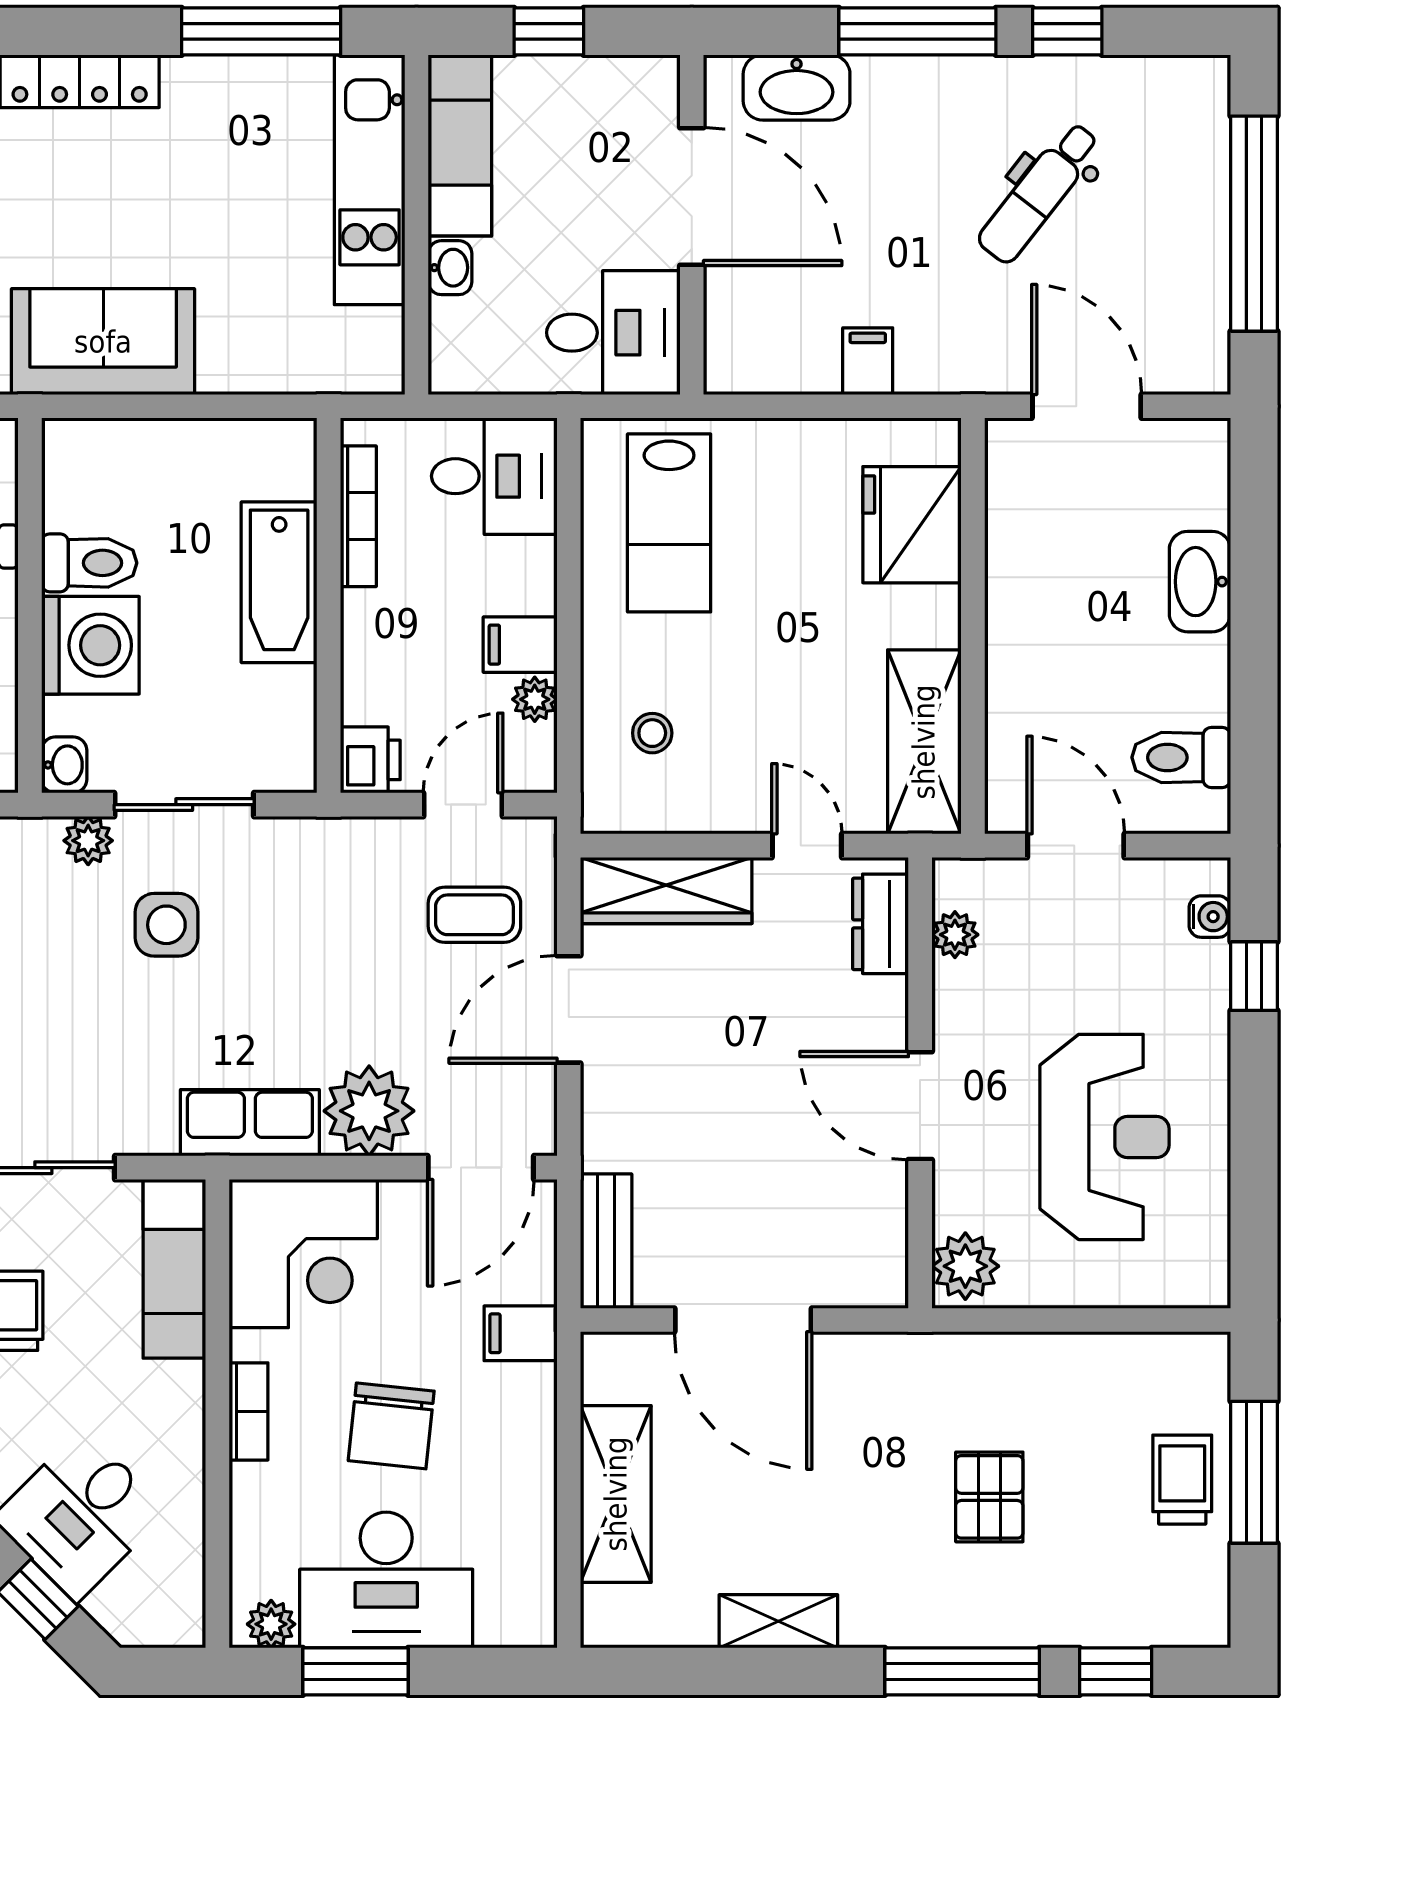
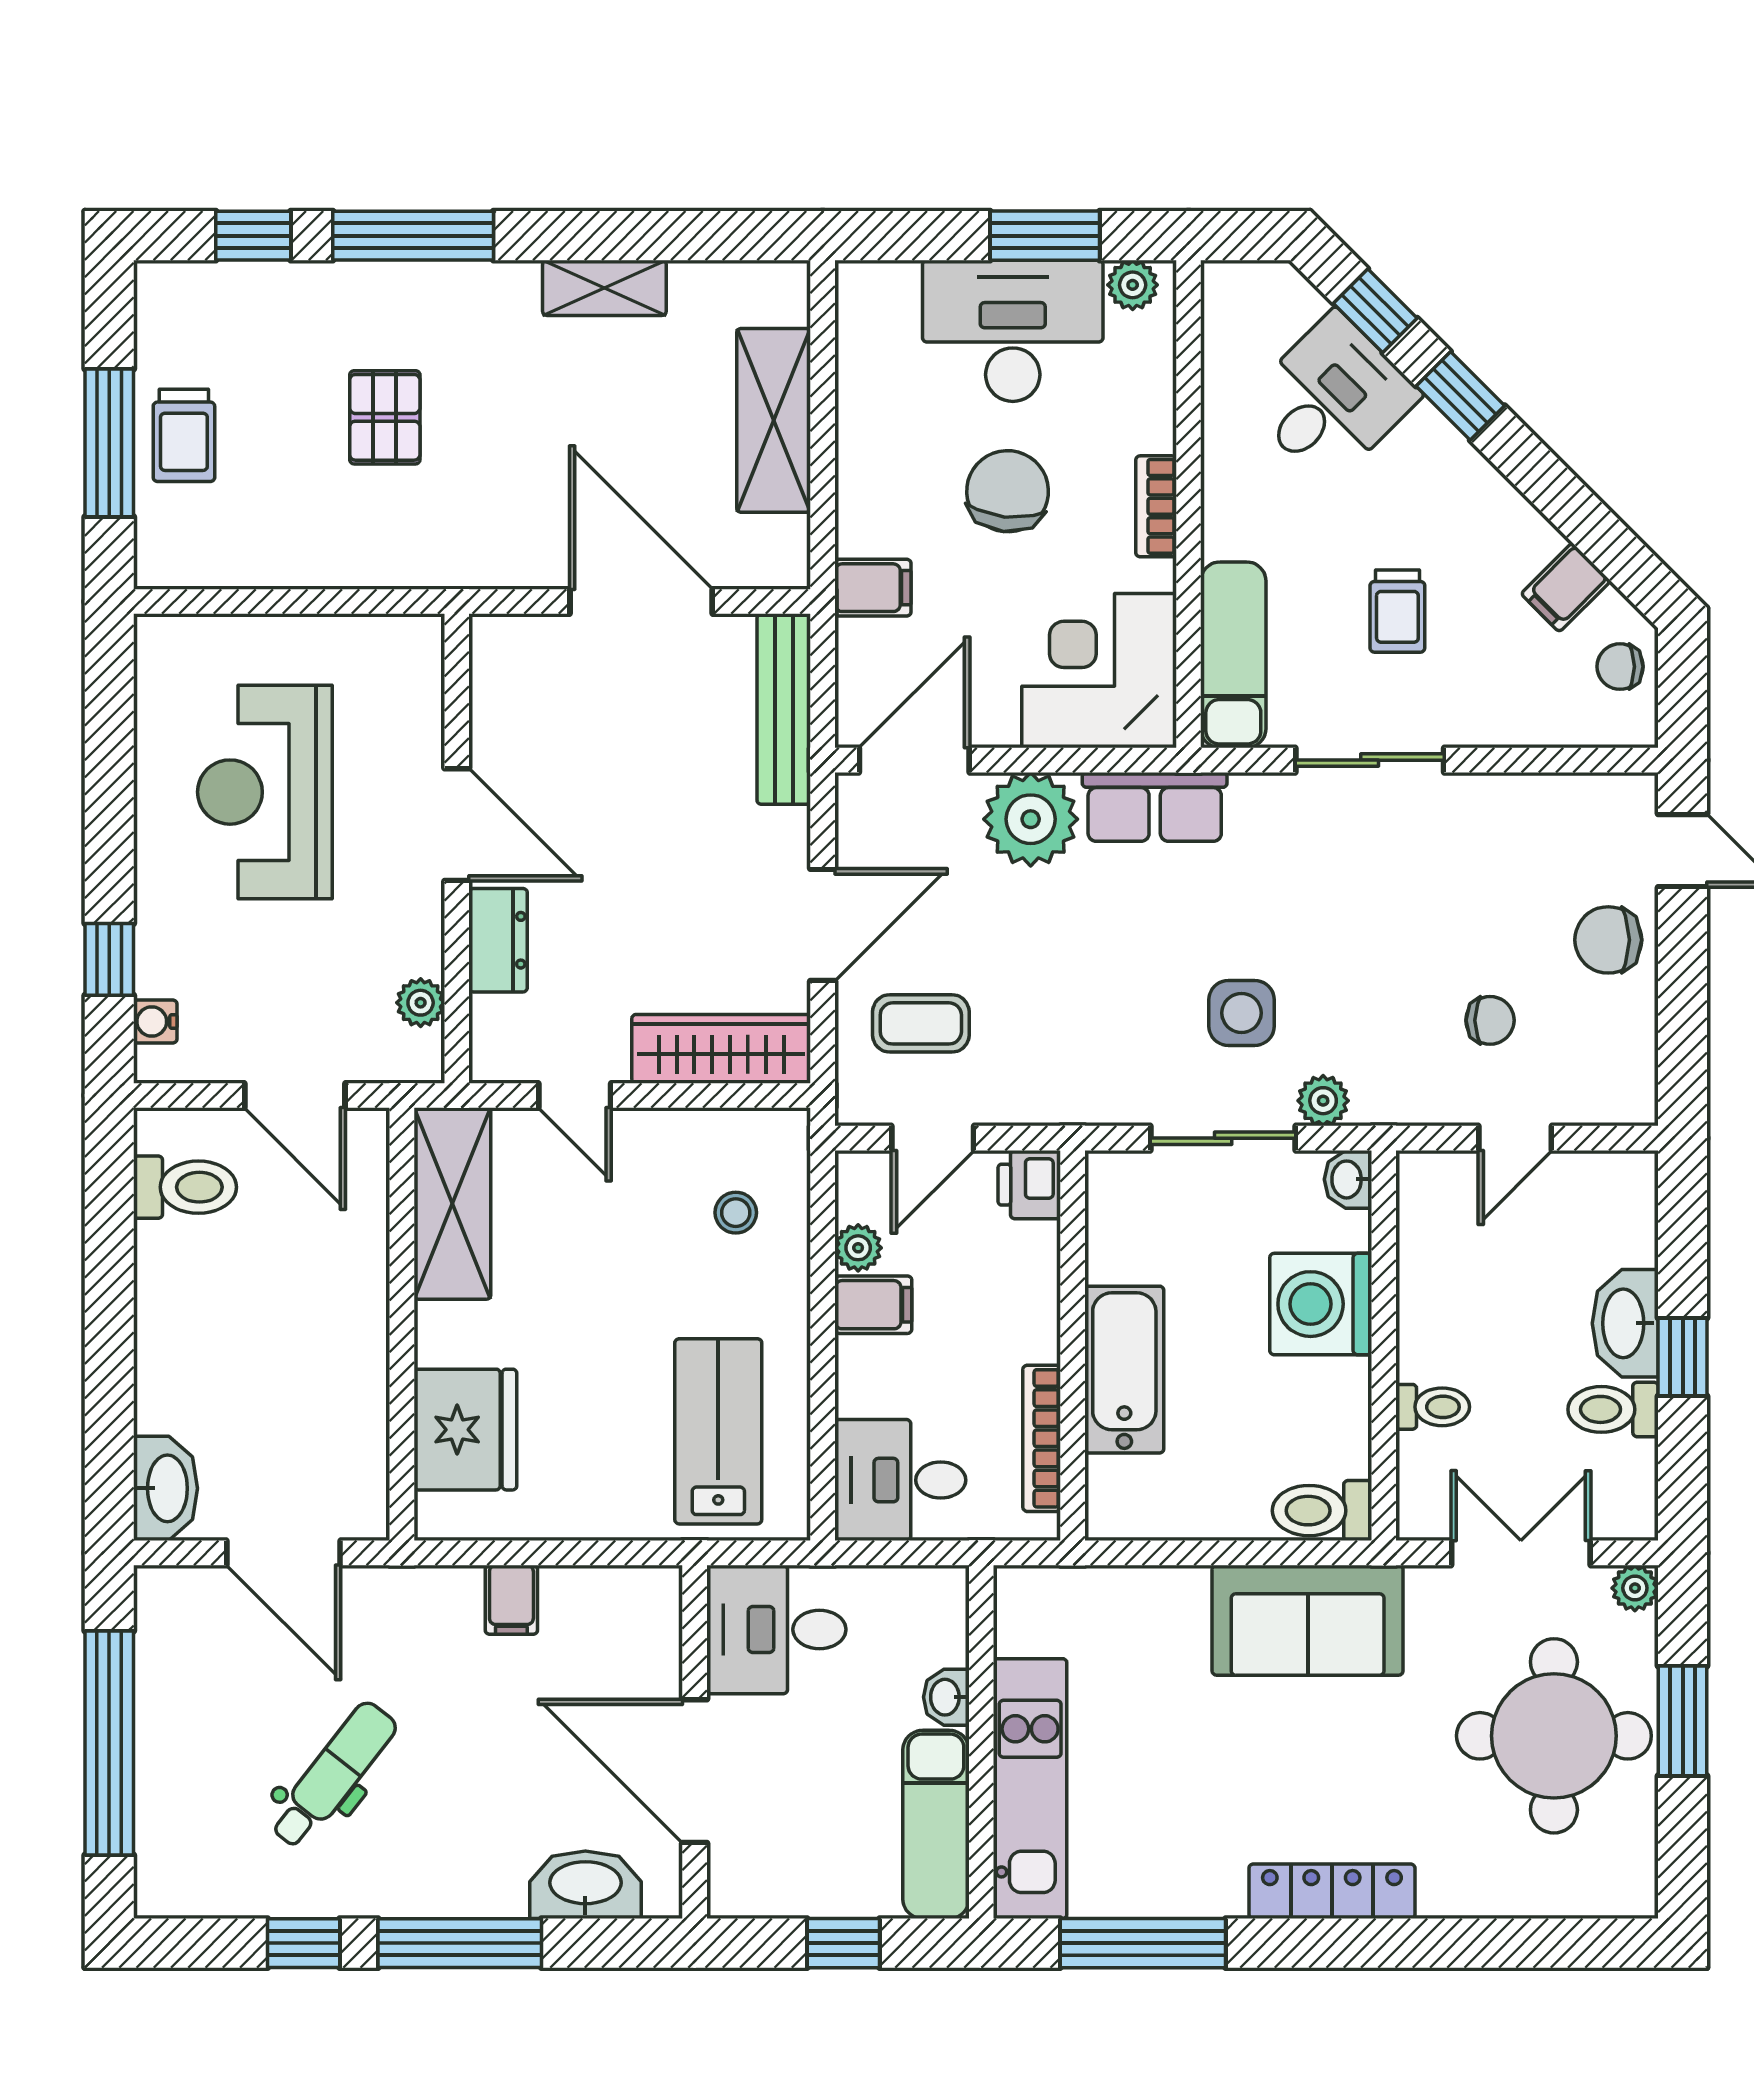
toilet: (89, 563) -> (1322, 1511), moved
washbasin: (1200, 582) -> (166, 1488), moved
dresser: (881, 924) -> (498, 940), moved
bench: (606, 1241) -> (784, 709), width x1.36
plant: (965, 1266) -> (410, 658), removed

